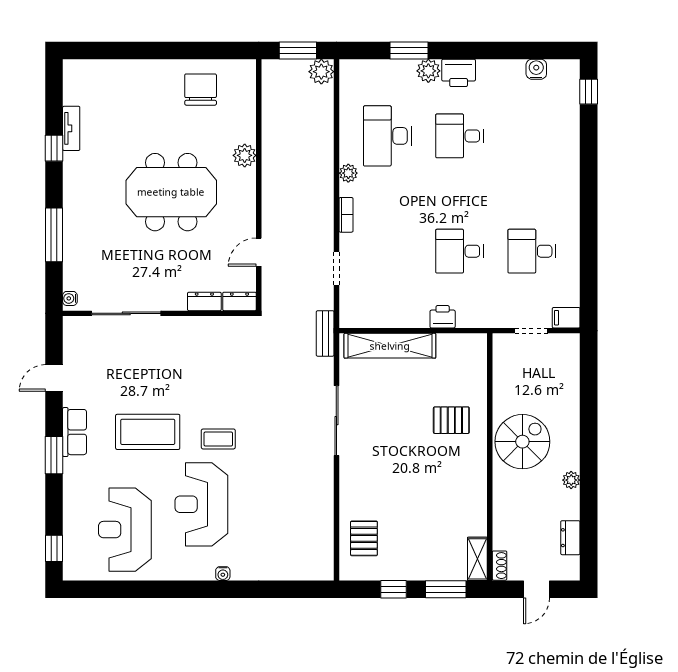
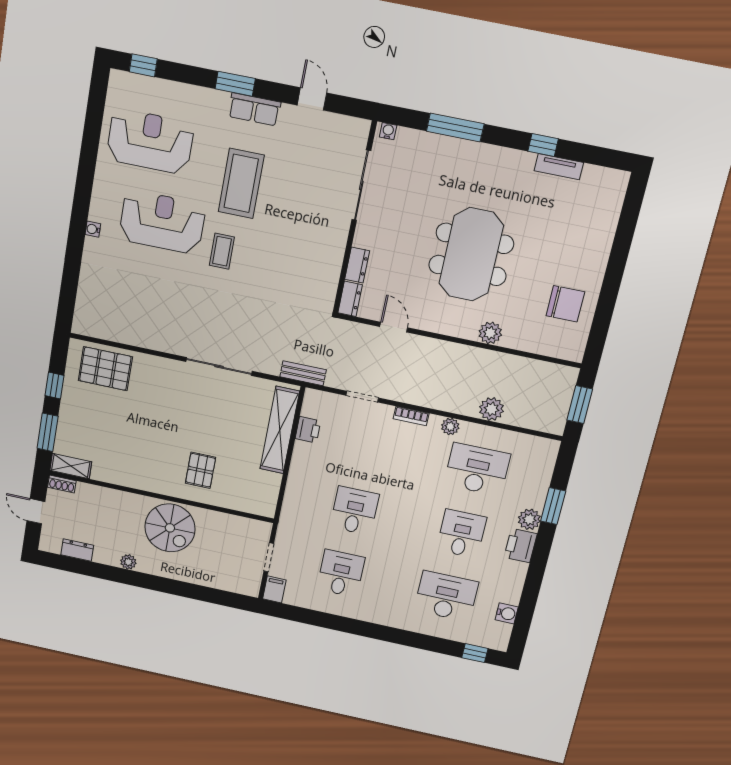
plant: (321, 72) -> (491, 409), moved
desk: (532, 136) -> (446, 596), added
printer: (443, 317) -> (308, 430), moved
pallet: (364, 538) -> (105, 369), width x1.50, depth x1.42

